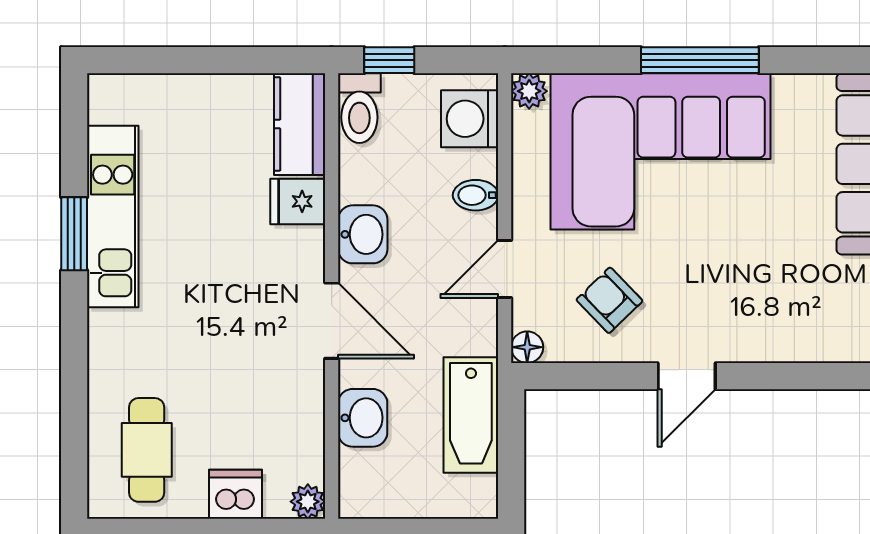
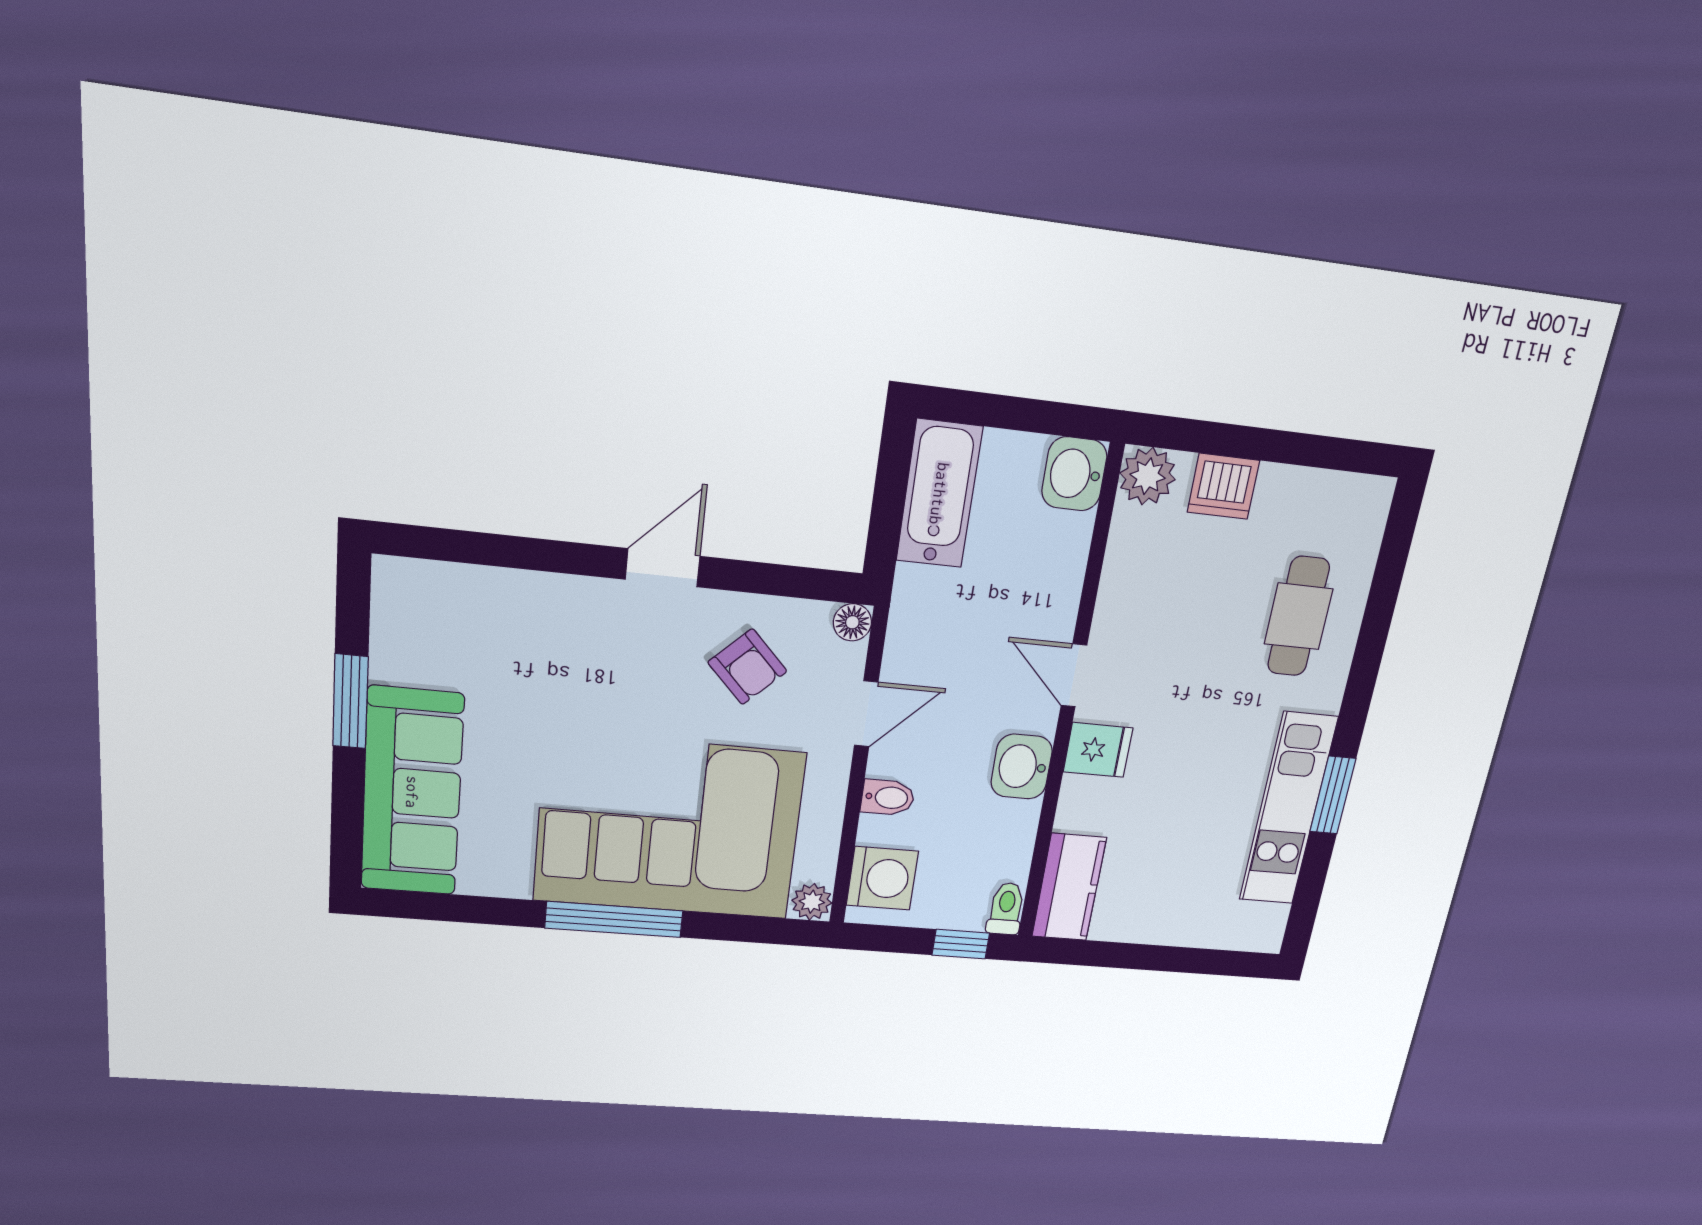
toilet: (359, 108) -> (1006, 909), width x0.73, depth x0.72
fridge: (298, 201) -> (1098, 750), moved
door: (332, 321) -> (1074, 675), width x0.73
bathtub: (471, 415) -> (939, 494), moved
washbasin: (363, 418) -> (1074, 474), moved
cafe table: (147, 450) -> (1298, 616), moved
plant: (308, 502) -> (1148, 476), width x1.38, depth x1.38

